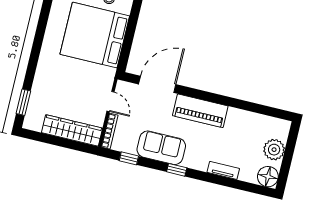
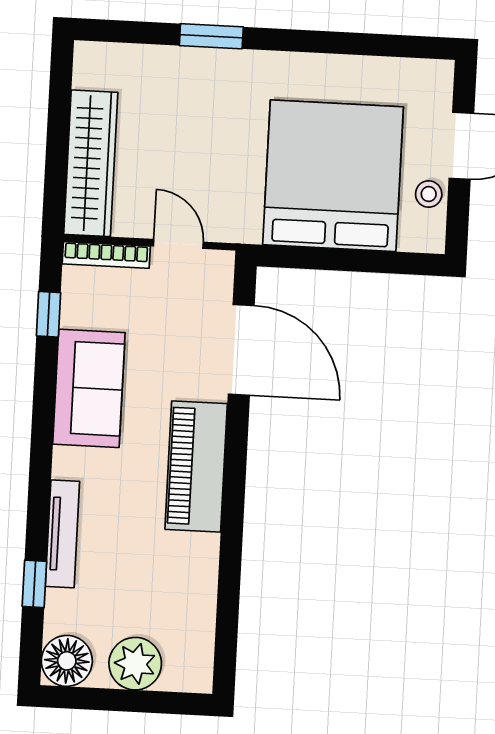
window: (23, 102) -> (211, 36), moved
door: (110, 102) -> (178, 244), swing flipped
window: (177, 170) -> (34, 584), moved
tv unit: (223, 170) -> (62, 534), width x1.41

